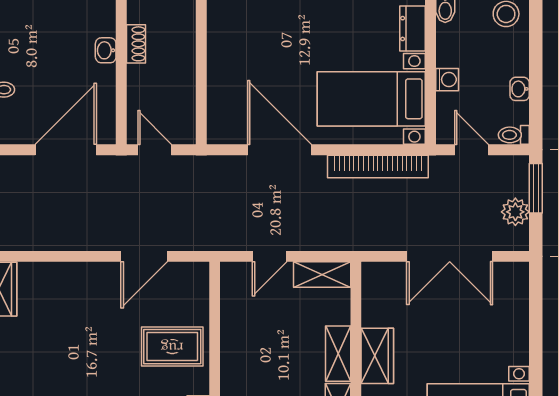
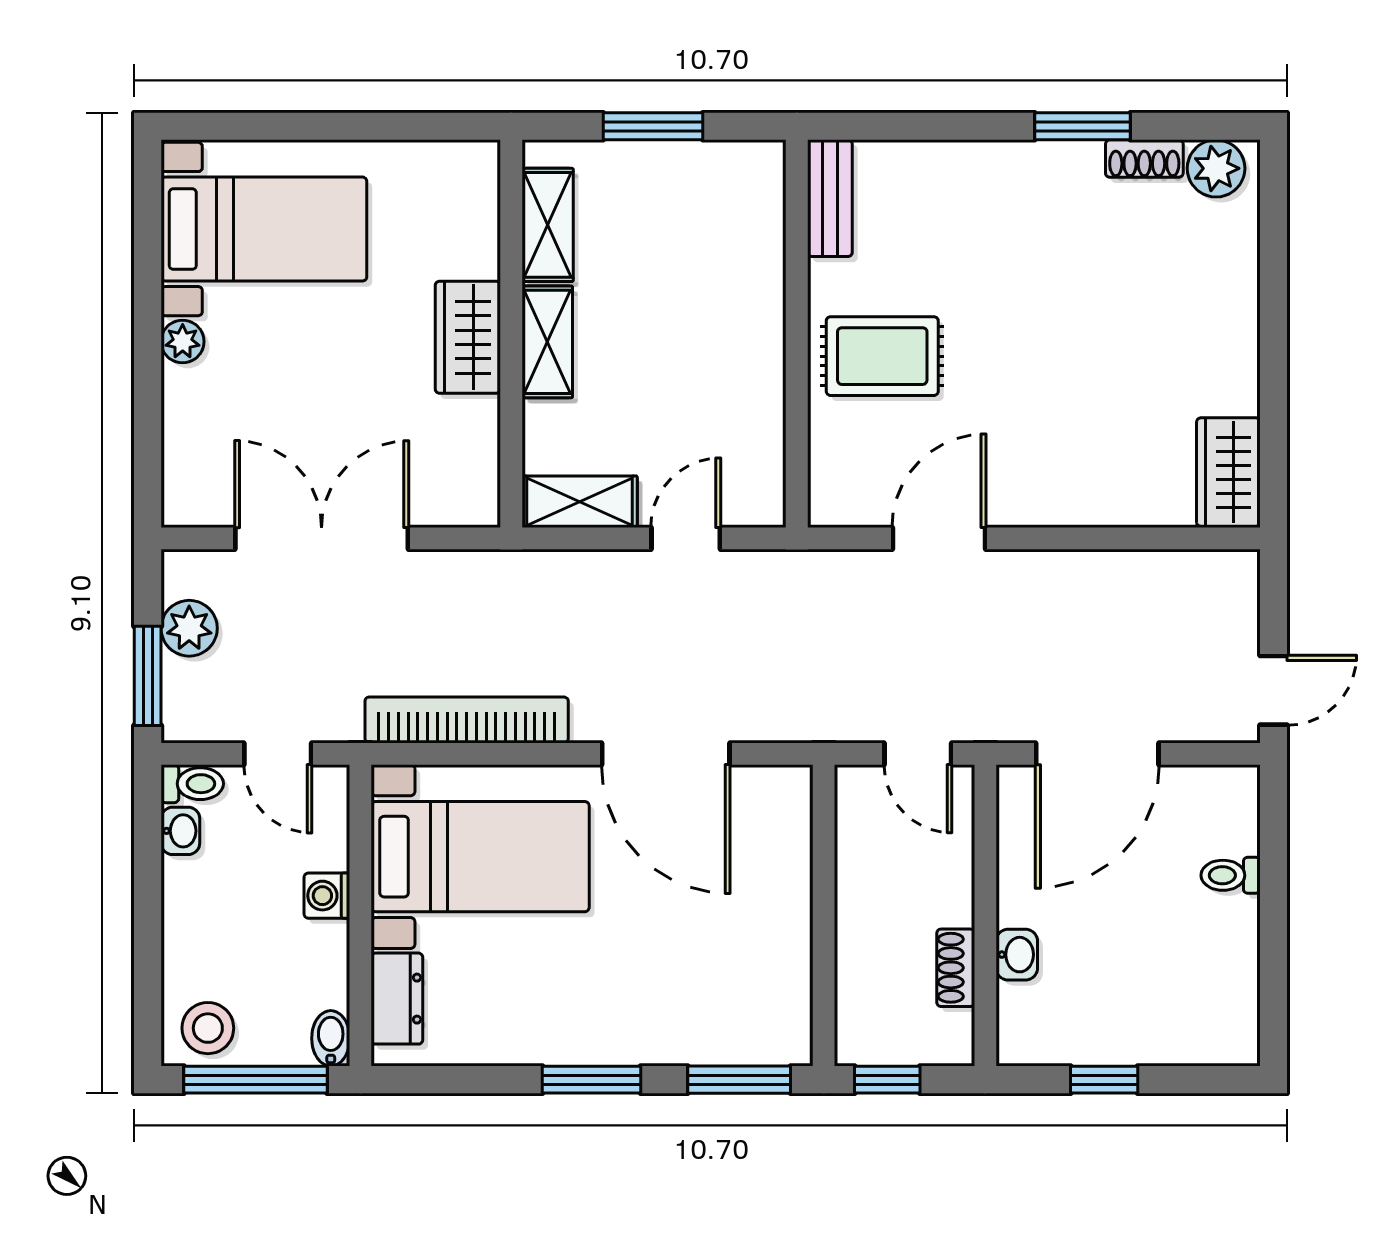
washbasin: (520, 89) -> (180, 831), moved
plant: (519, 354) -> (183, 342), added

